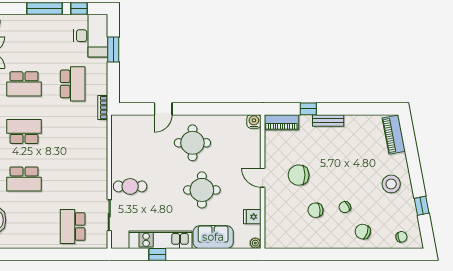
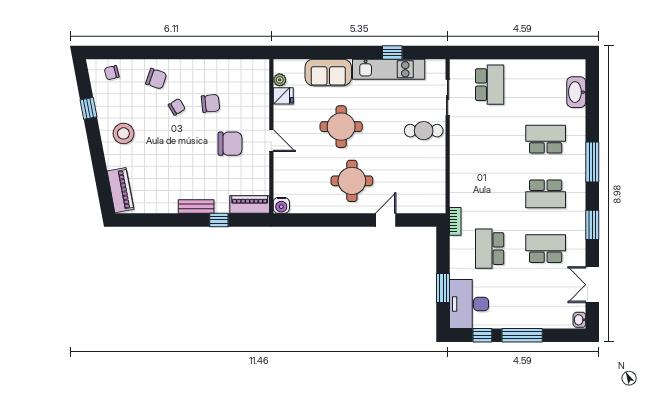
plant: (255, 243) -> (280, 80), moved

